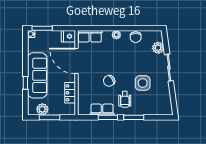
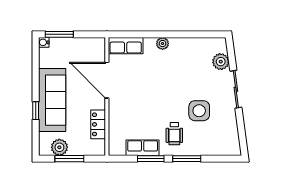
fridge: (68, 36) -> (96, 46), removed
chair: (136, 37) -> (189, 47), removed
chair: (109, 81) -> (152, 108), removed

